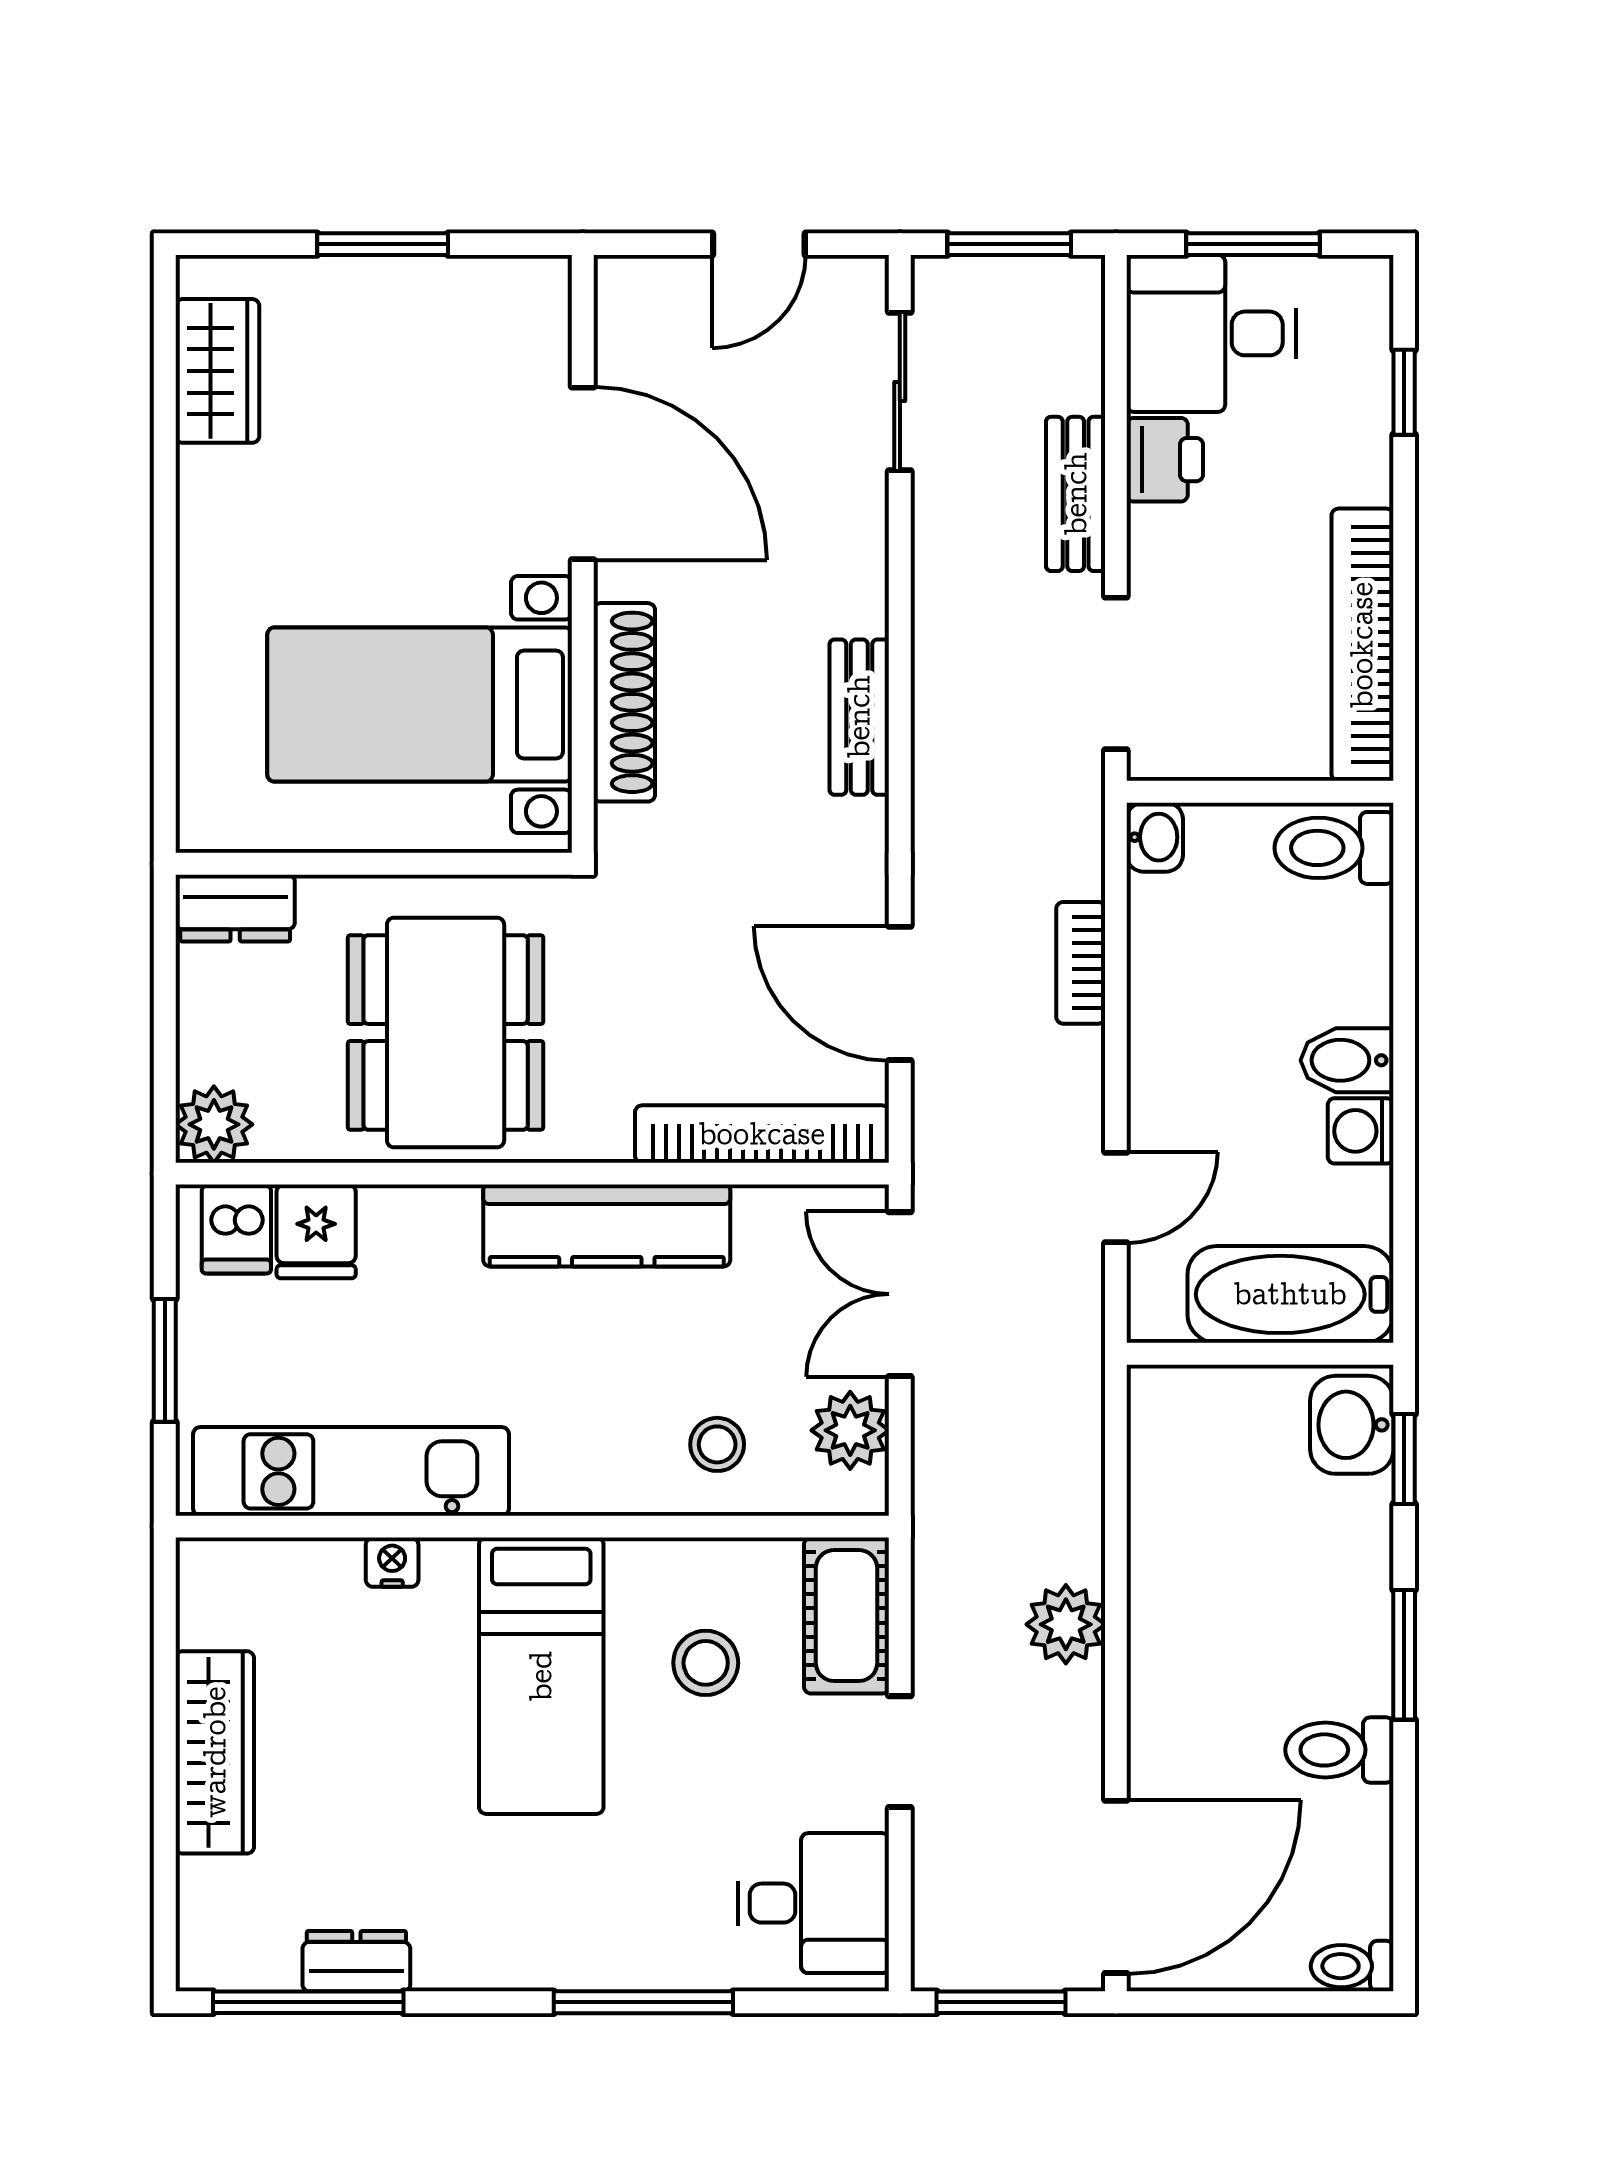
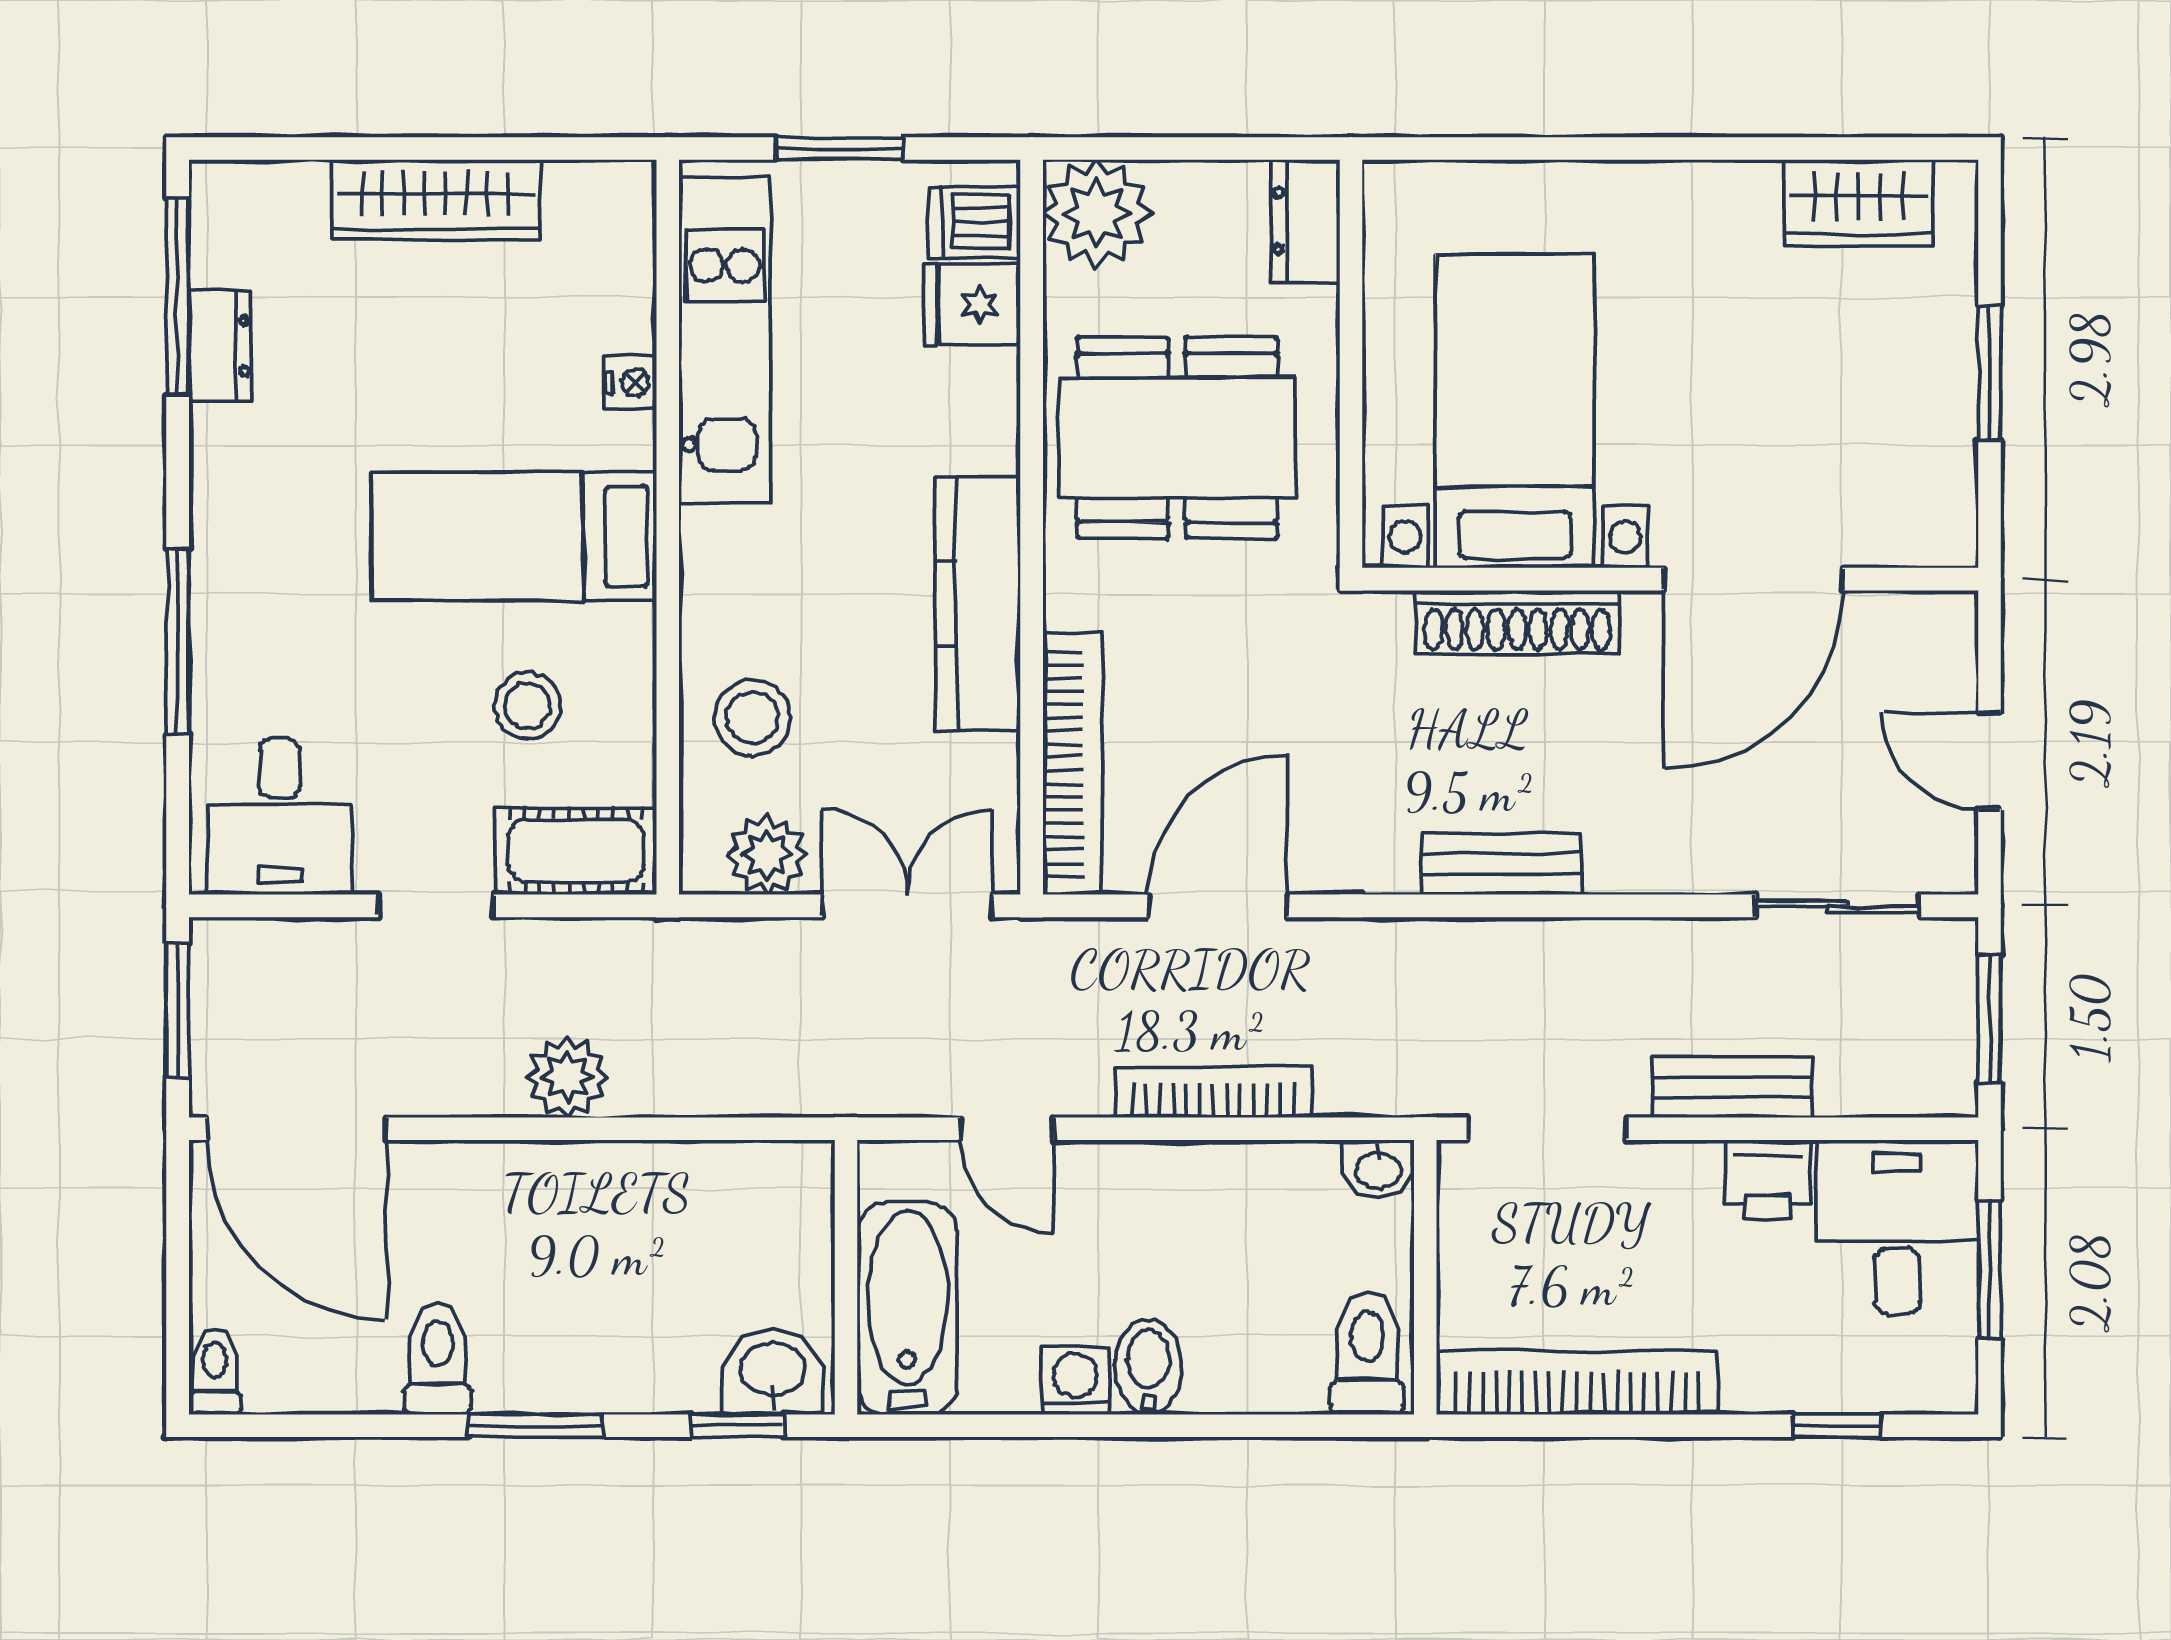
bookcase: (1081, 963) -> (1213, 1092), width x1.56
plant: (214, 1124) -> (1097, 213), width x1.36, depth x1.36
stool: (717, 1444) -> (752, 718), width x1.37, depth x1.37

